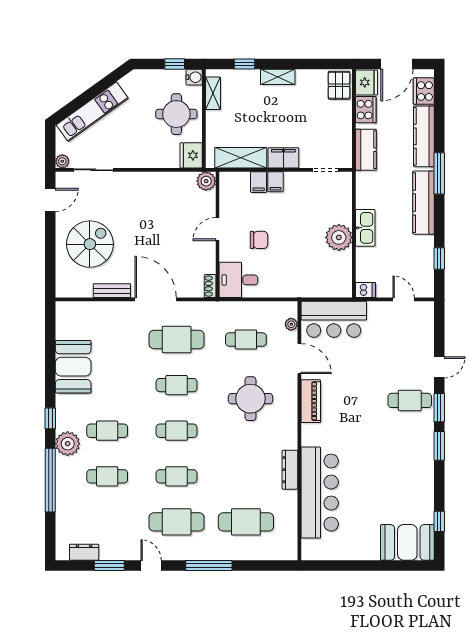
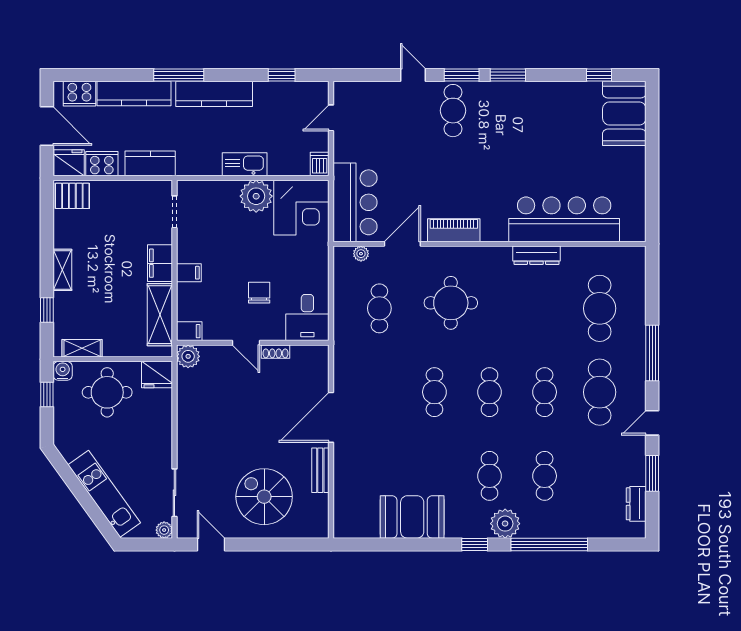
filing cabinet: (259, 182) -> (189, 331), moved
corner desk: (329, 275) -> (301, 208), added
shoe rack: (210, 286) -> (275, 352), moved
cafe table: (177, 340) -> (379, 392), removed

